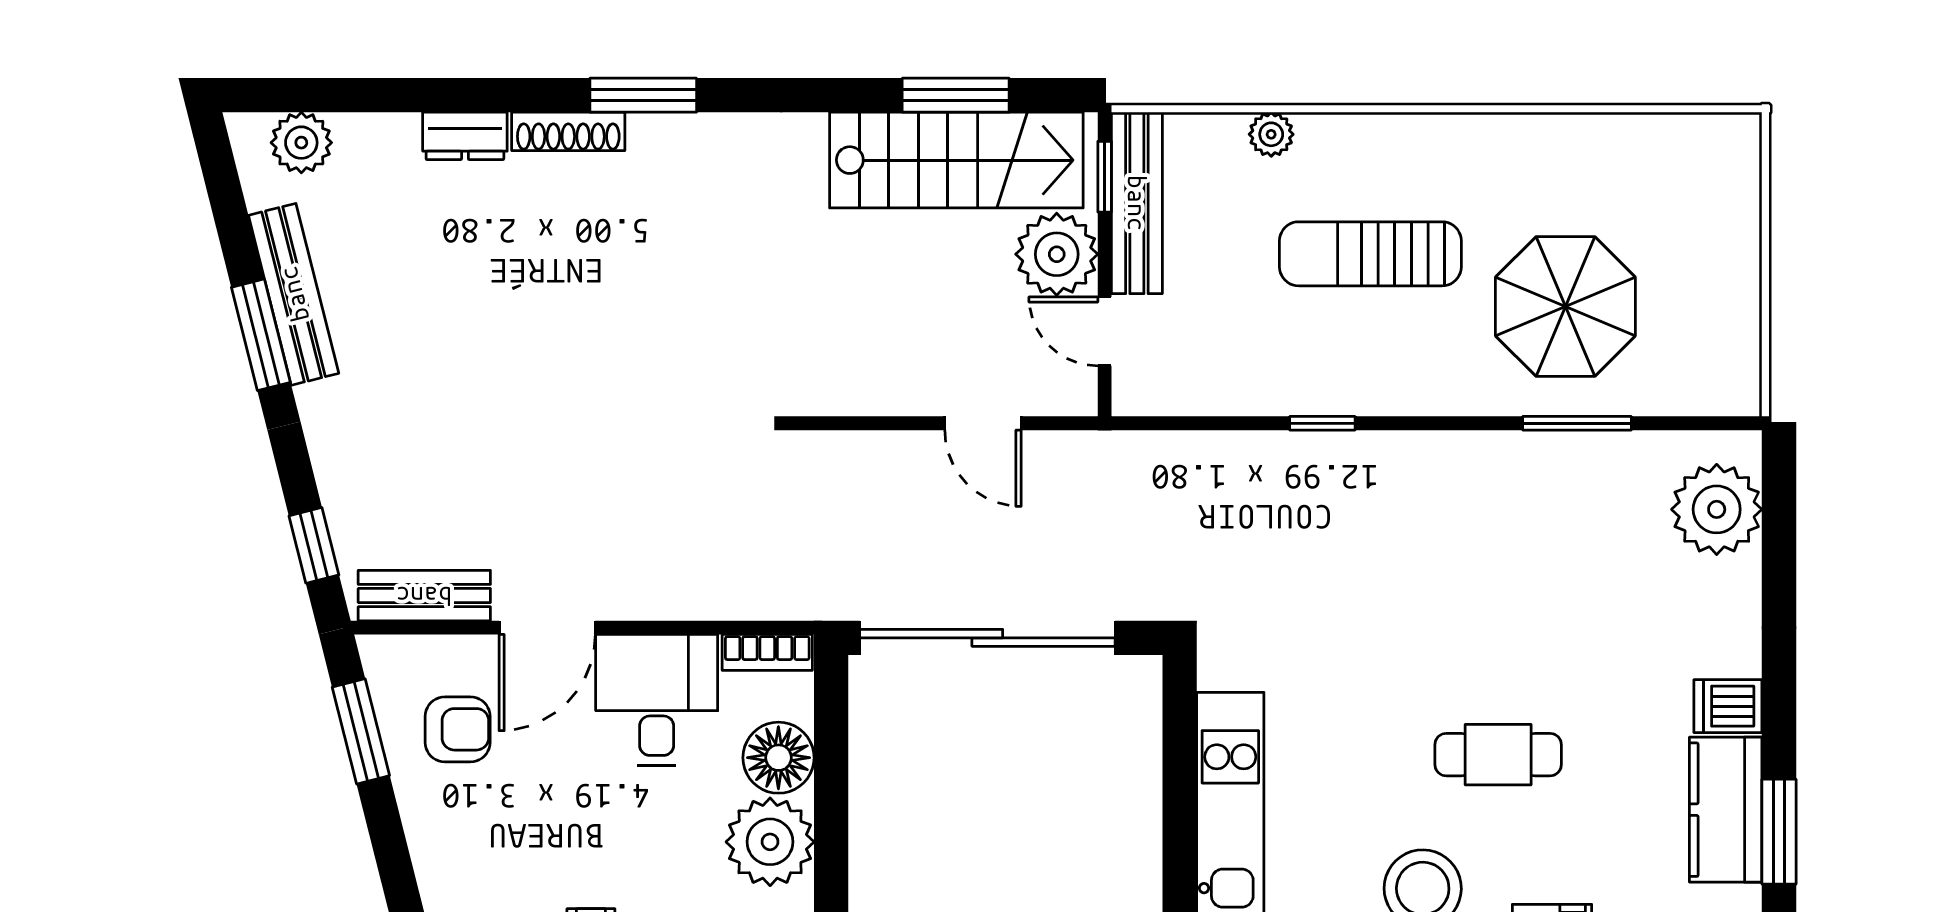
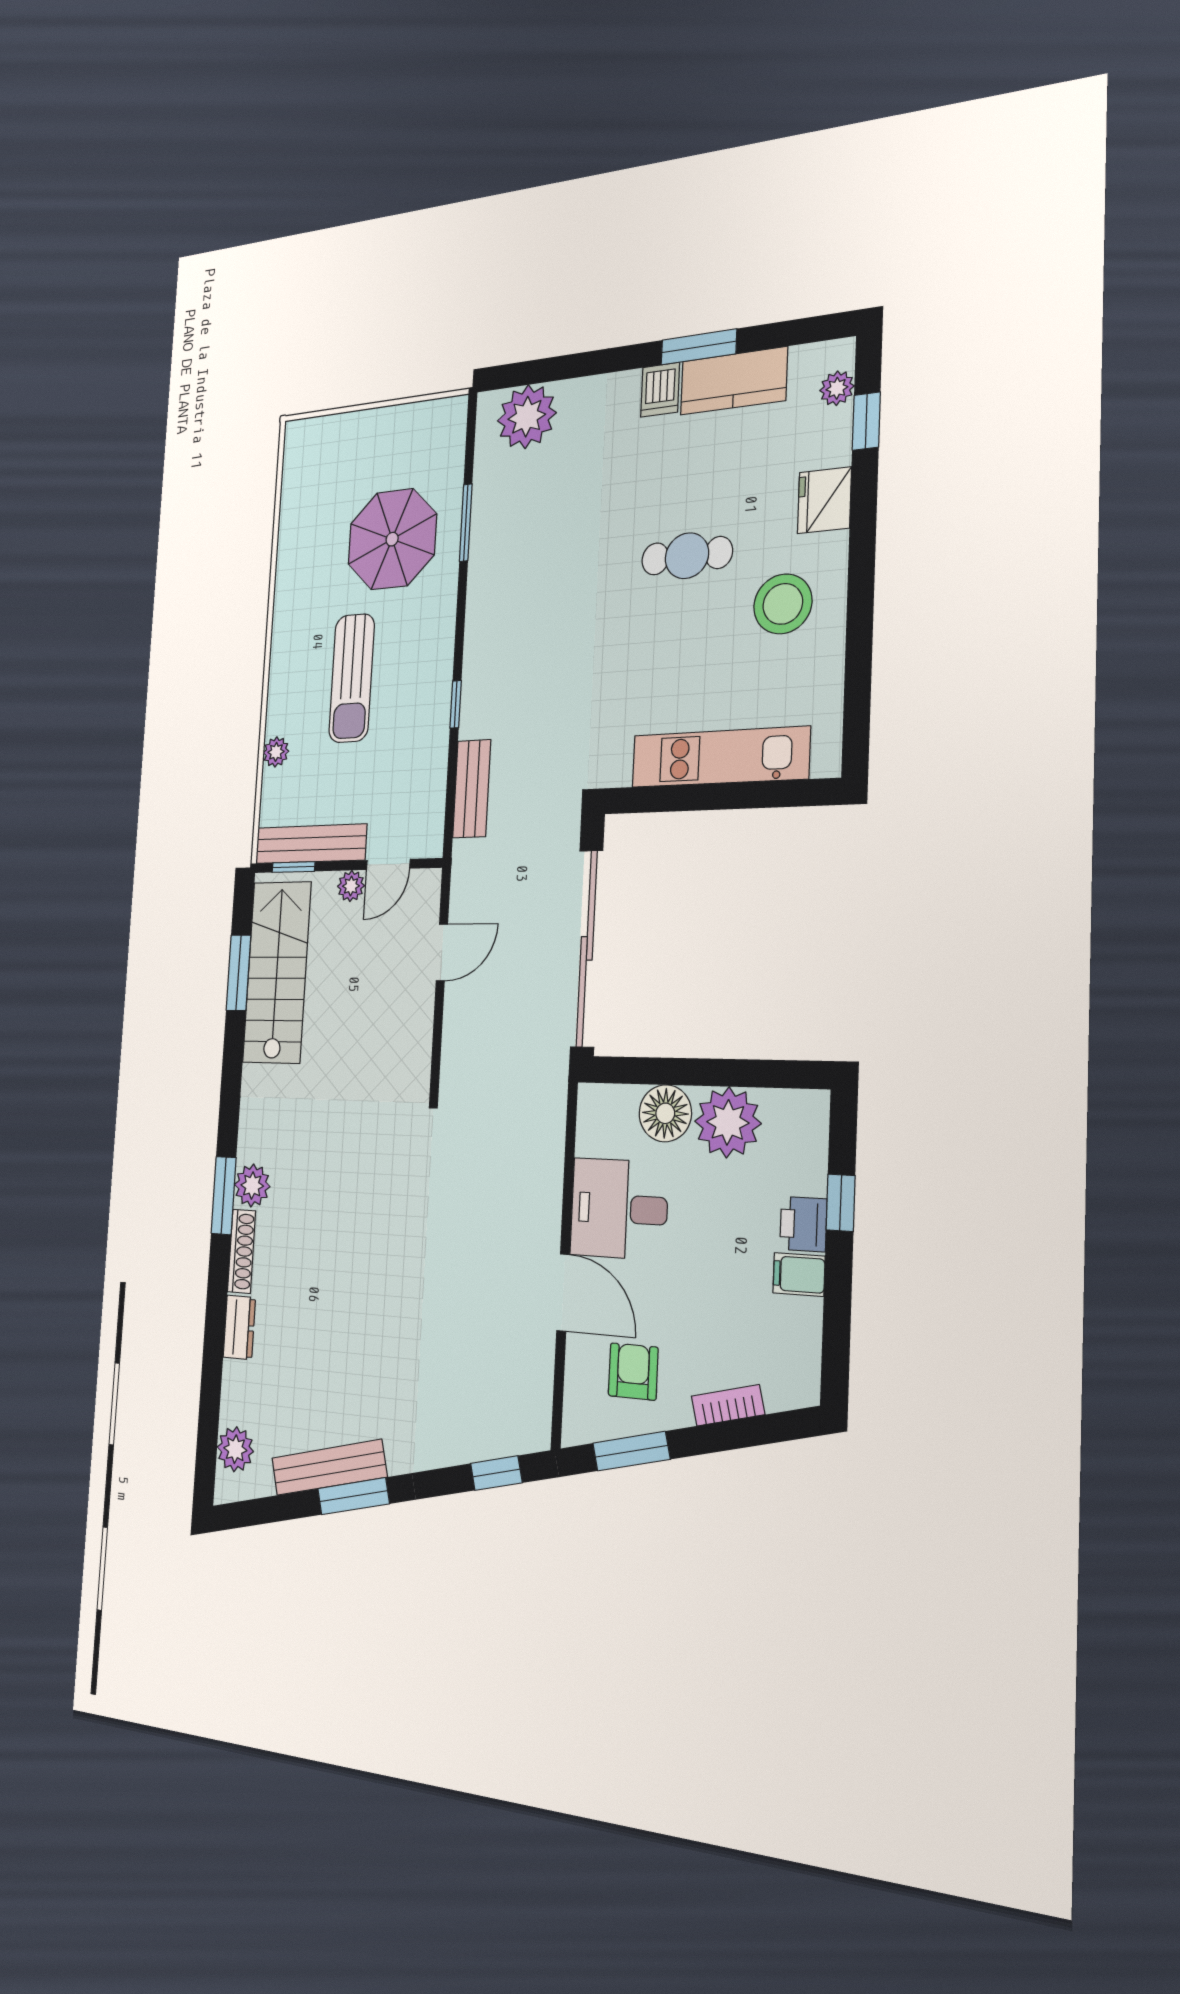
plant: (659, 142) -> (252, 1185), added
plant: (1057, 254) -> (351, 886), width x0.53, depth x0.53
bench: (424, 596) -> (472, 789), moved
bookcase: (767, 652) -> (728, 1405), moved, turned -104
cafe table: (1498, 755) -> (687, 556), turned 90
window: (1779, 832) -> (699, 347), moved

